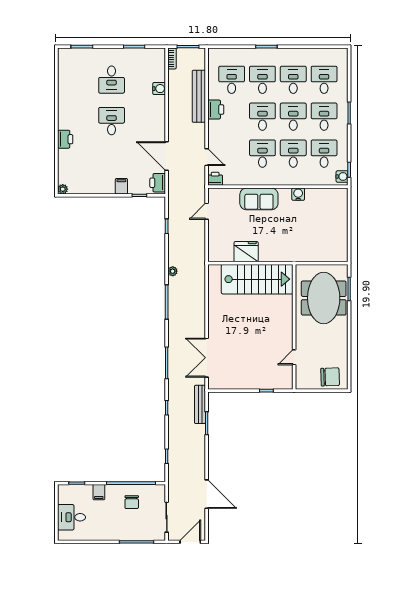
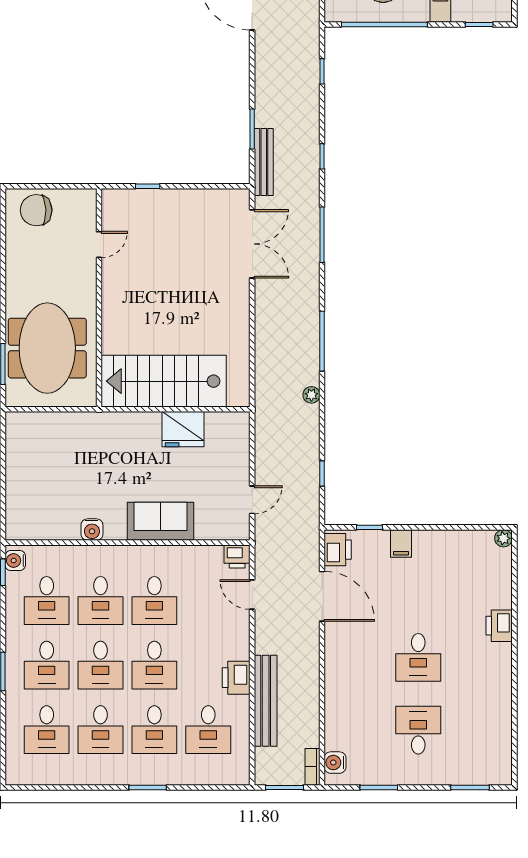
water cooler: (159, 89) -> (335, 763), moved

